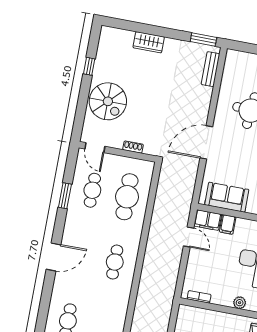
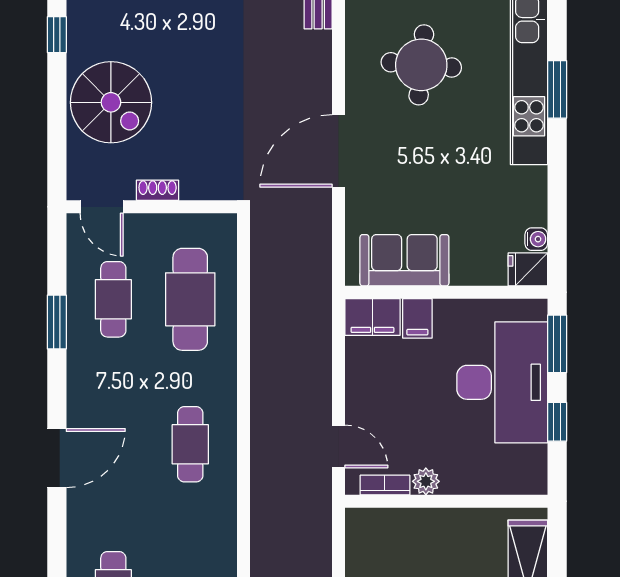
shoe rack: (133, 147) -> (158, 190), moved
door: (189, 237) -> (339, 447), moved
plant: (240, 303) -> (426, 481), moved

